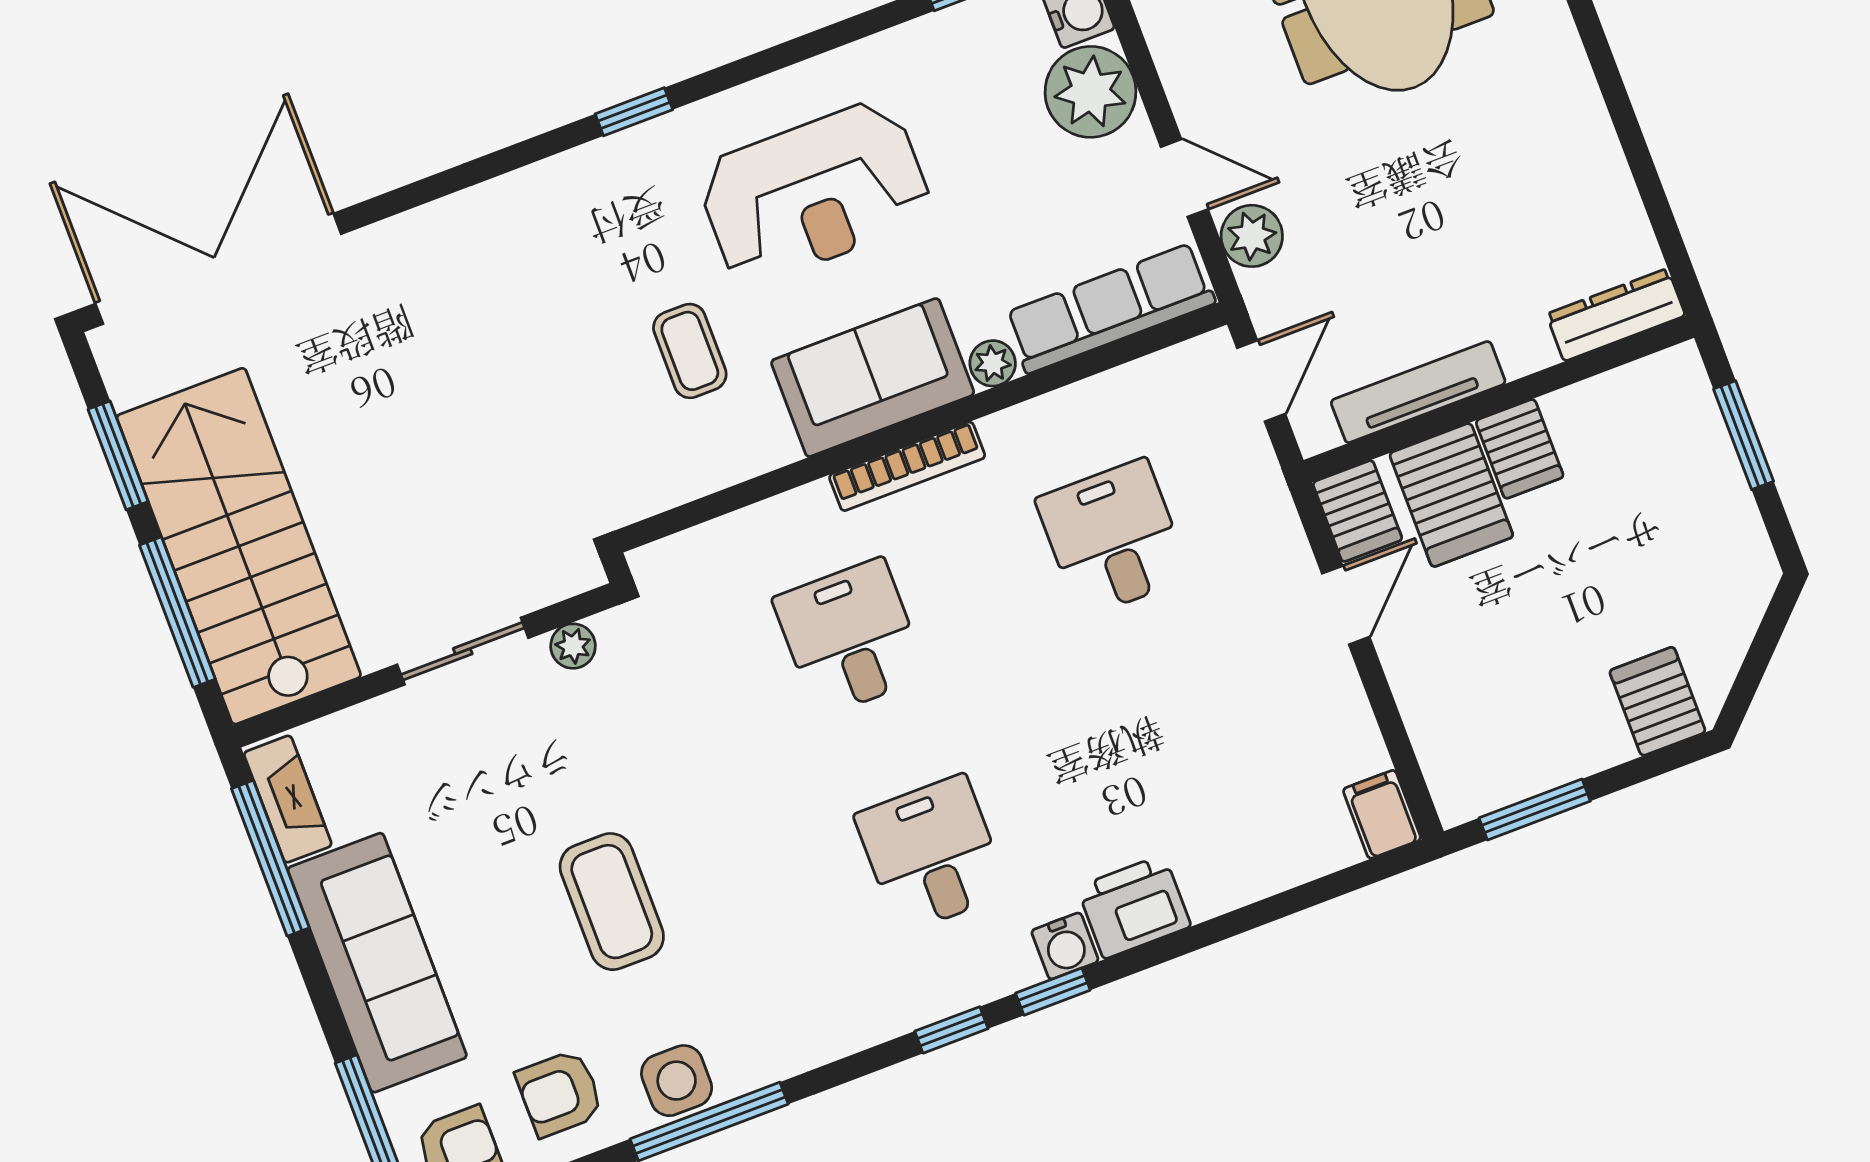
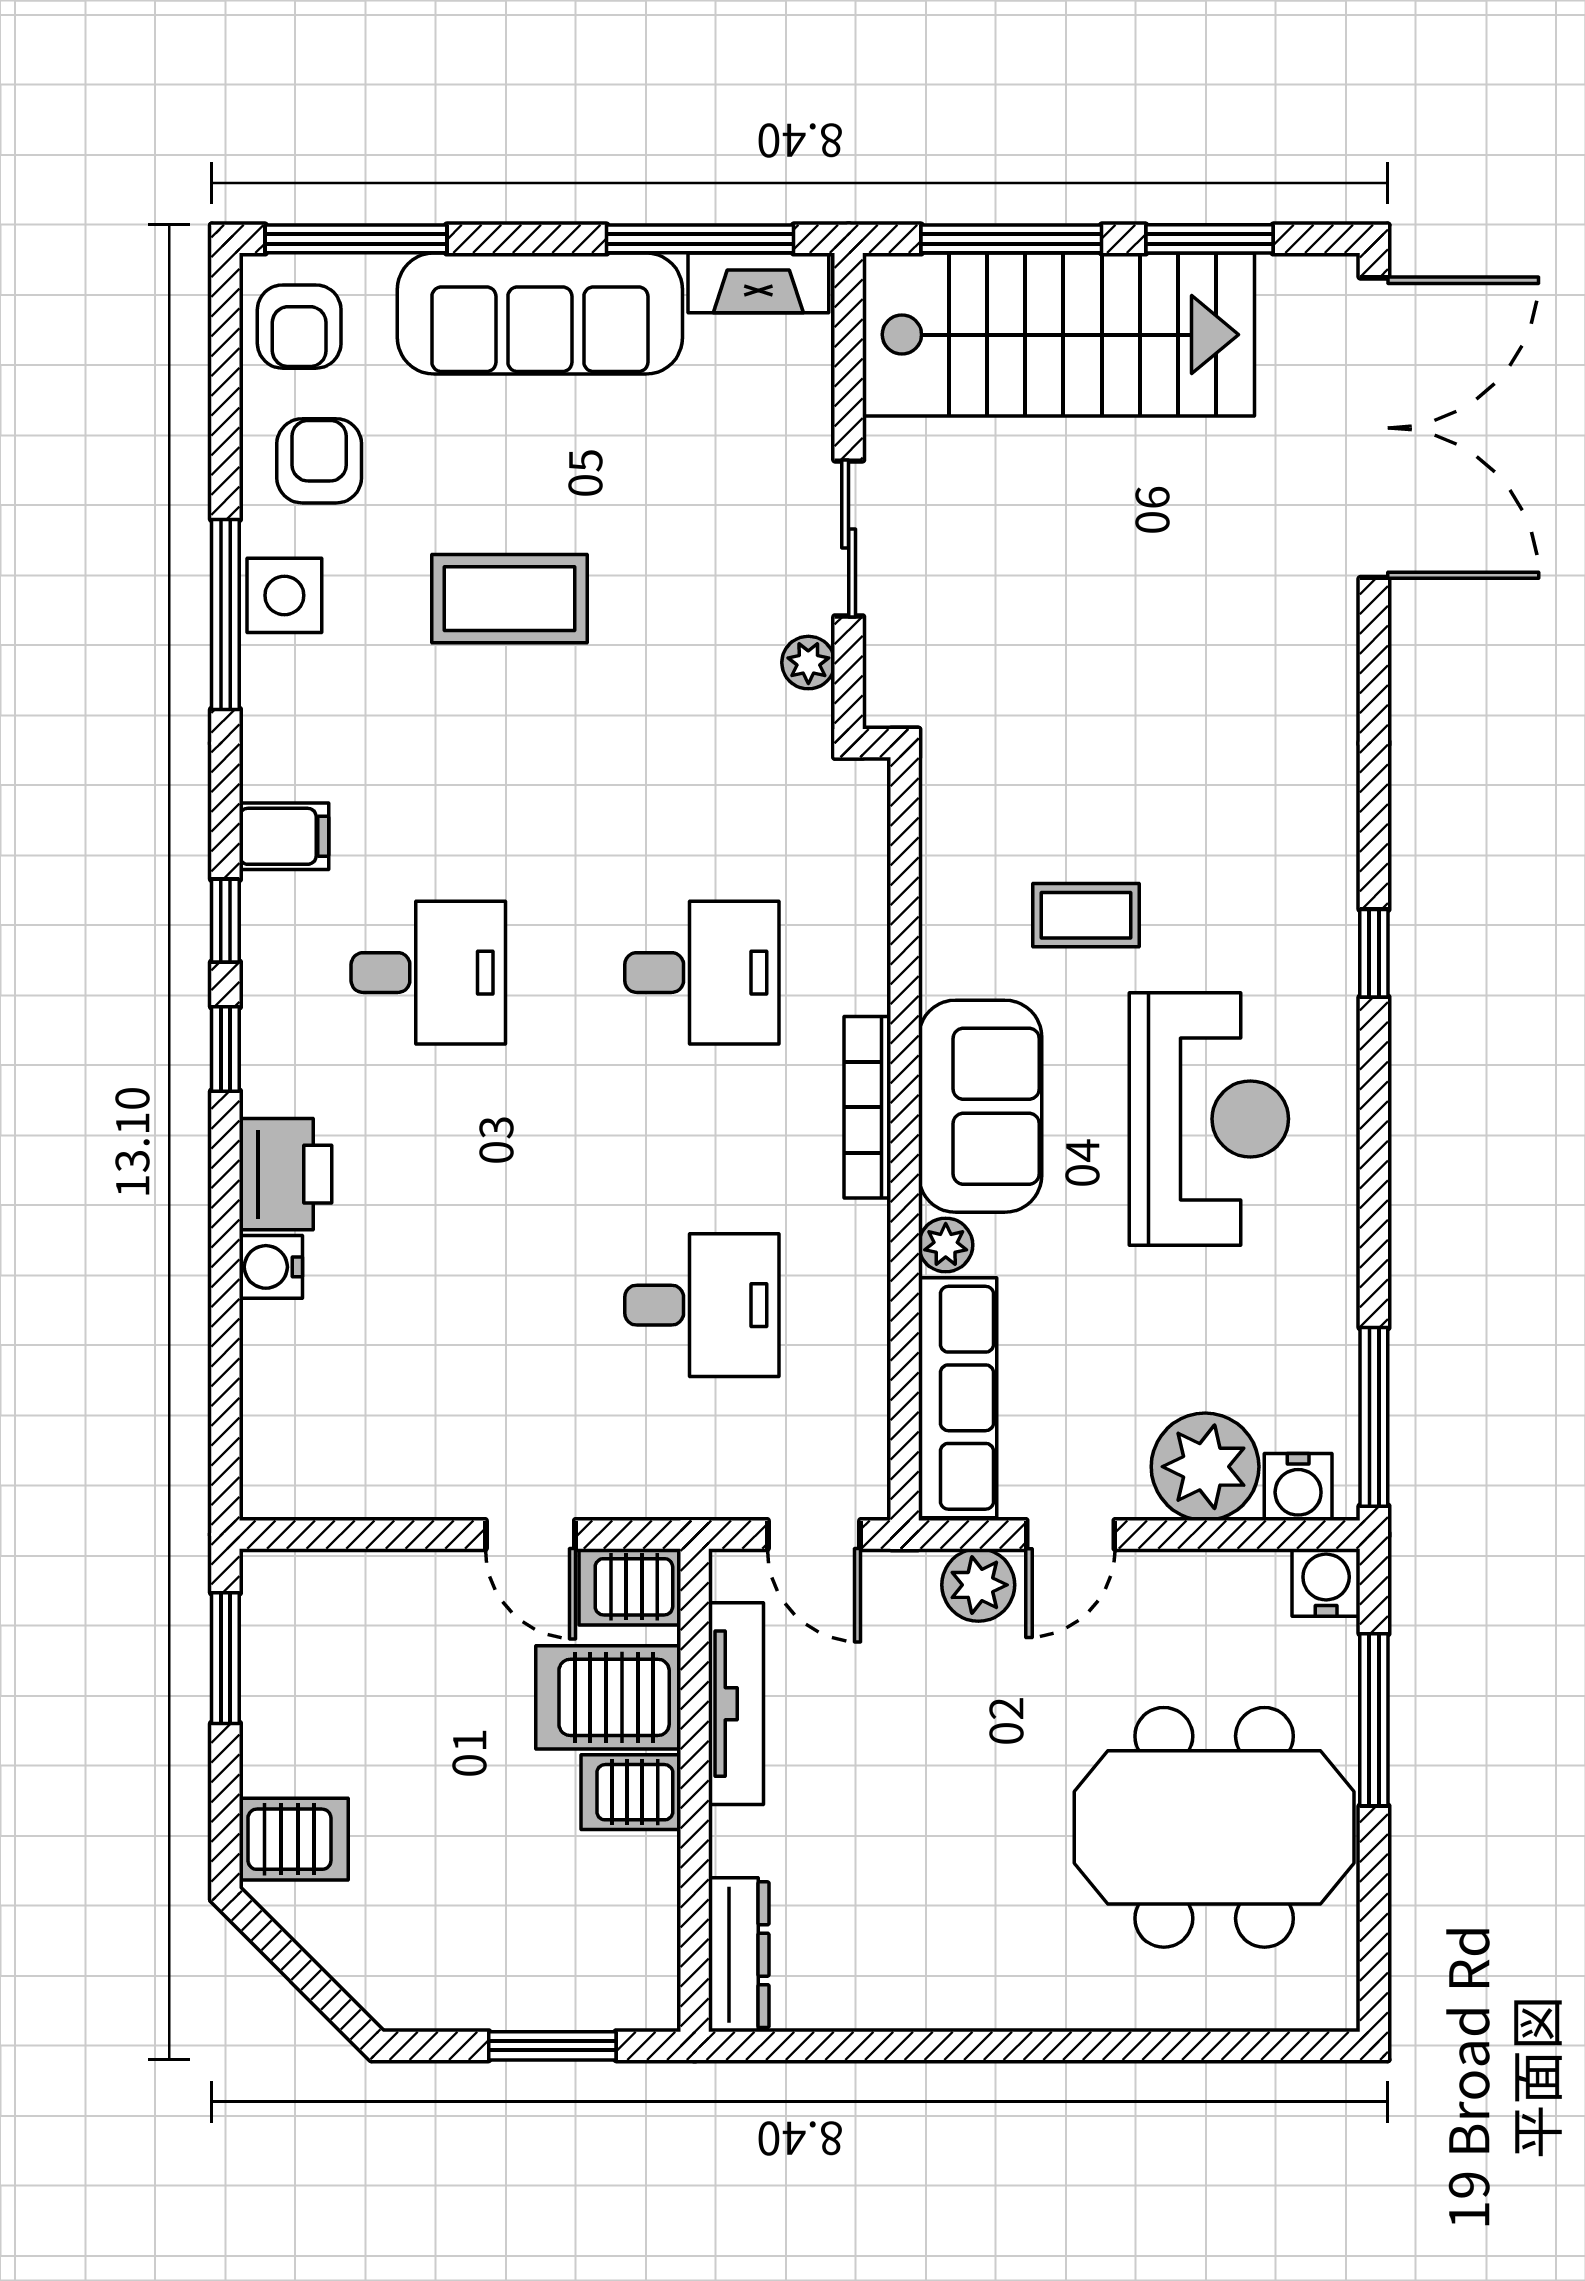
reception desk: (814, 193) -> (1209, 1119), turned 180
filing cabinet: (1382, 814) -> (284, 836), moved
water cooler: (1065, 946) -> (271, 1267), moved

